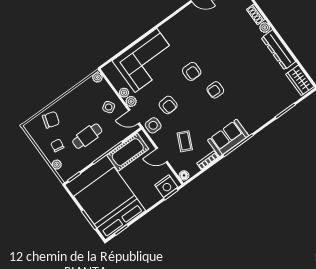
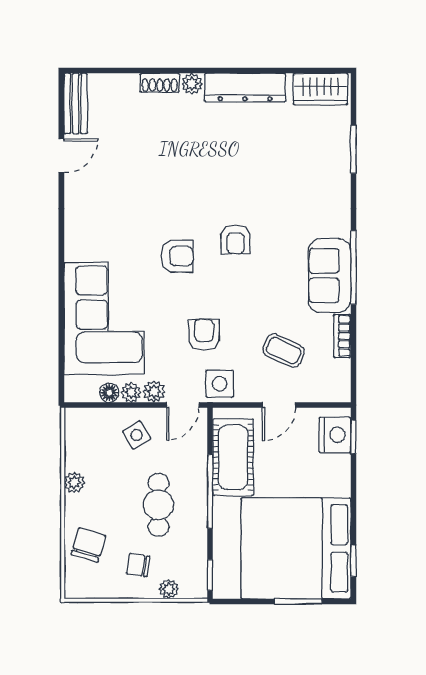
plant: (97, 77) -> (74, 483), moved
armchair: (168, 105) -> (204, 335), turned -86
floor lamp: (184, 175) -> (109, 393), moved

